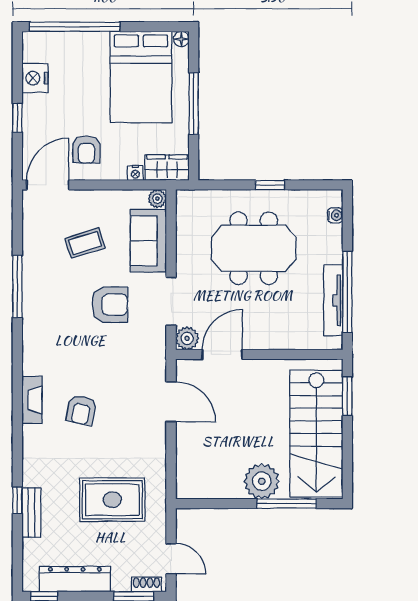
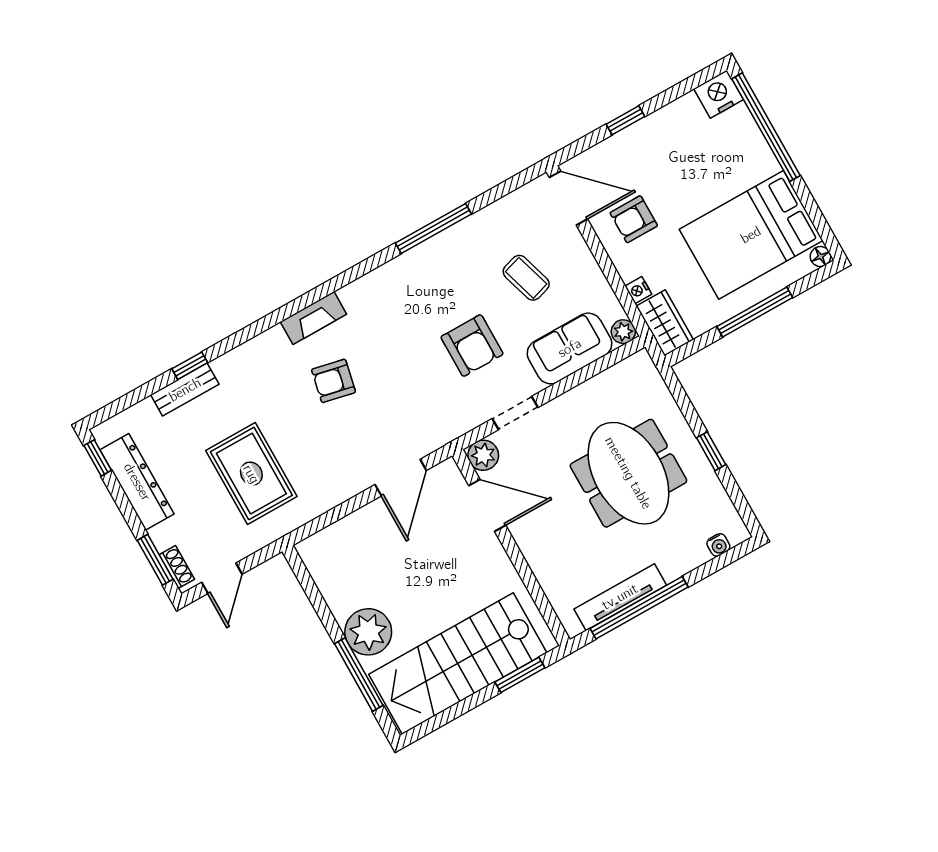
nightstand: (35, 78) -> (719, 94), moved
doorway: (171, 301) -> (515, 413), width x0.73

